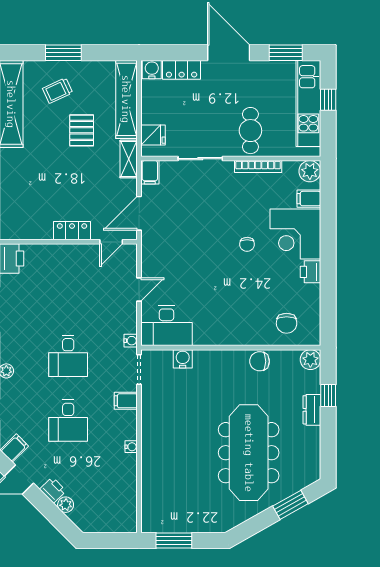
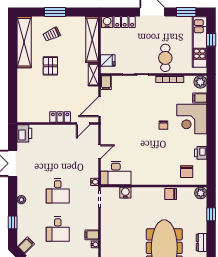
pallet: (82, 130) -> (50, 66), moved
printer: (310, 272) -> (201, 153), moved
filing cabinet: (126, 401) -> (92, 235), moved
dresser: (312, 410) -> (202, 242), moved

